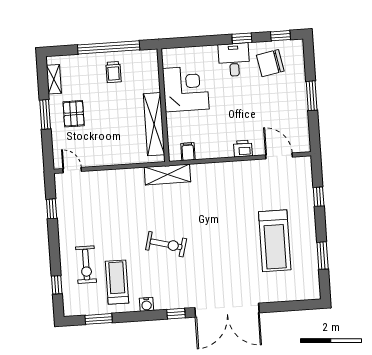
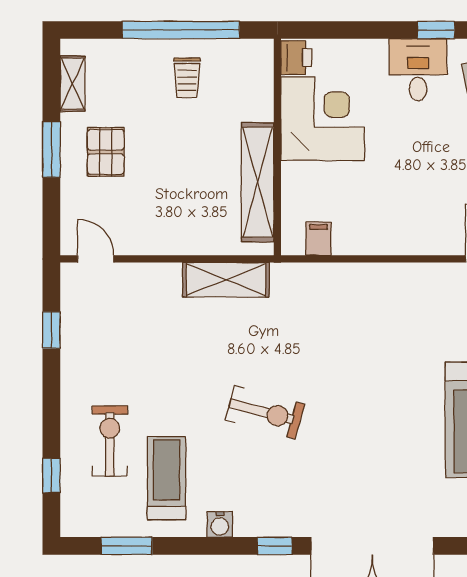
printer: (243, 148) -> (296, 58), moved, turned 90
shelving: (167, 174) -> (226, 280), moved
exercise bike: (86, 265) -> (110, 441), turned 180

